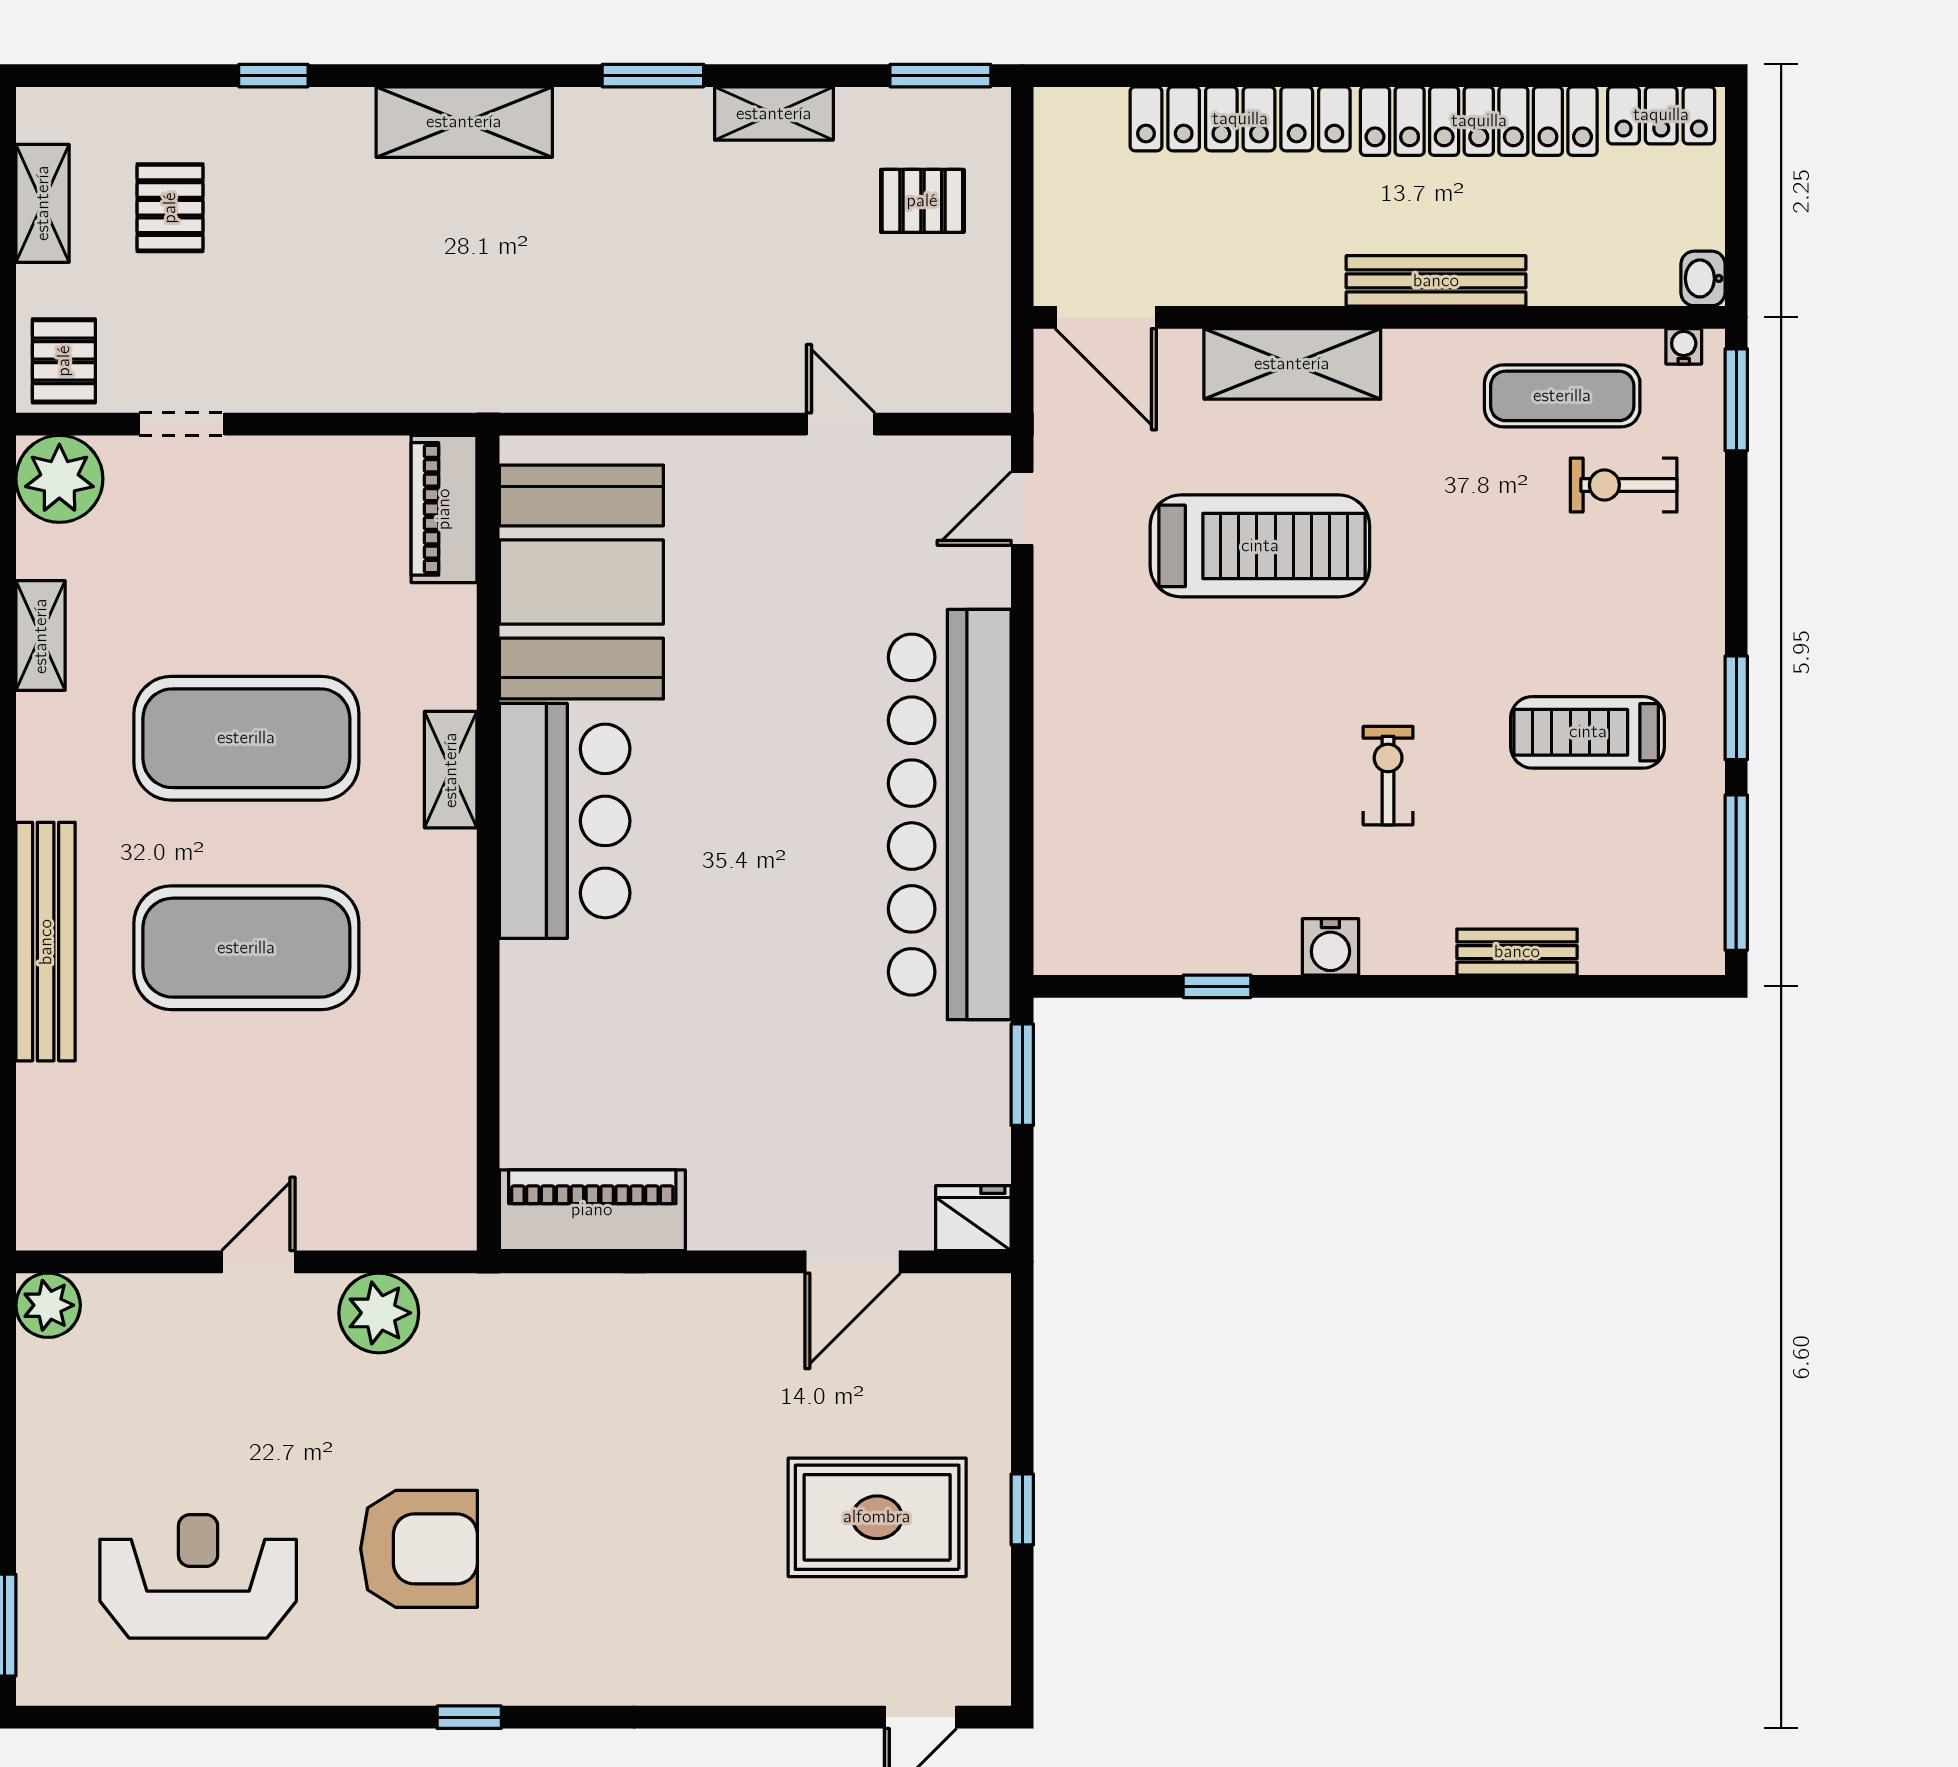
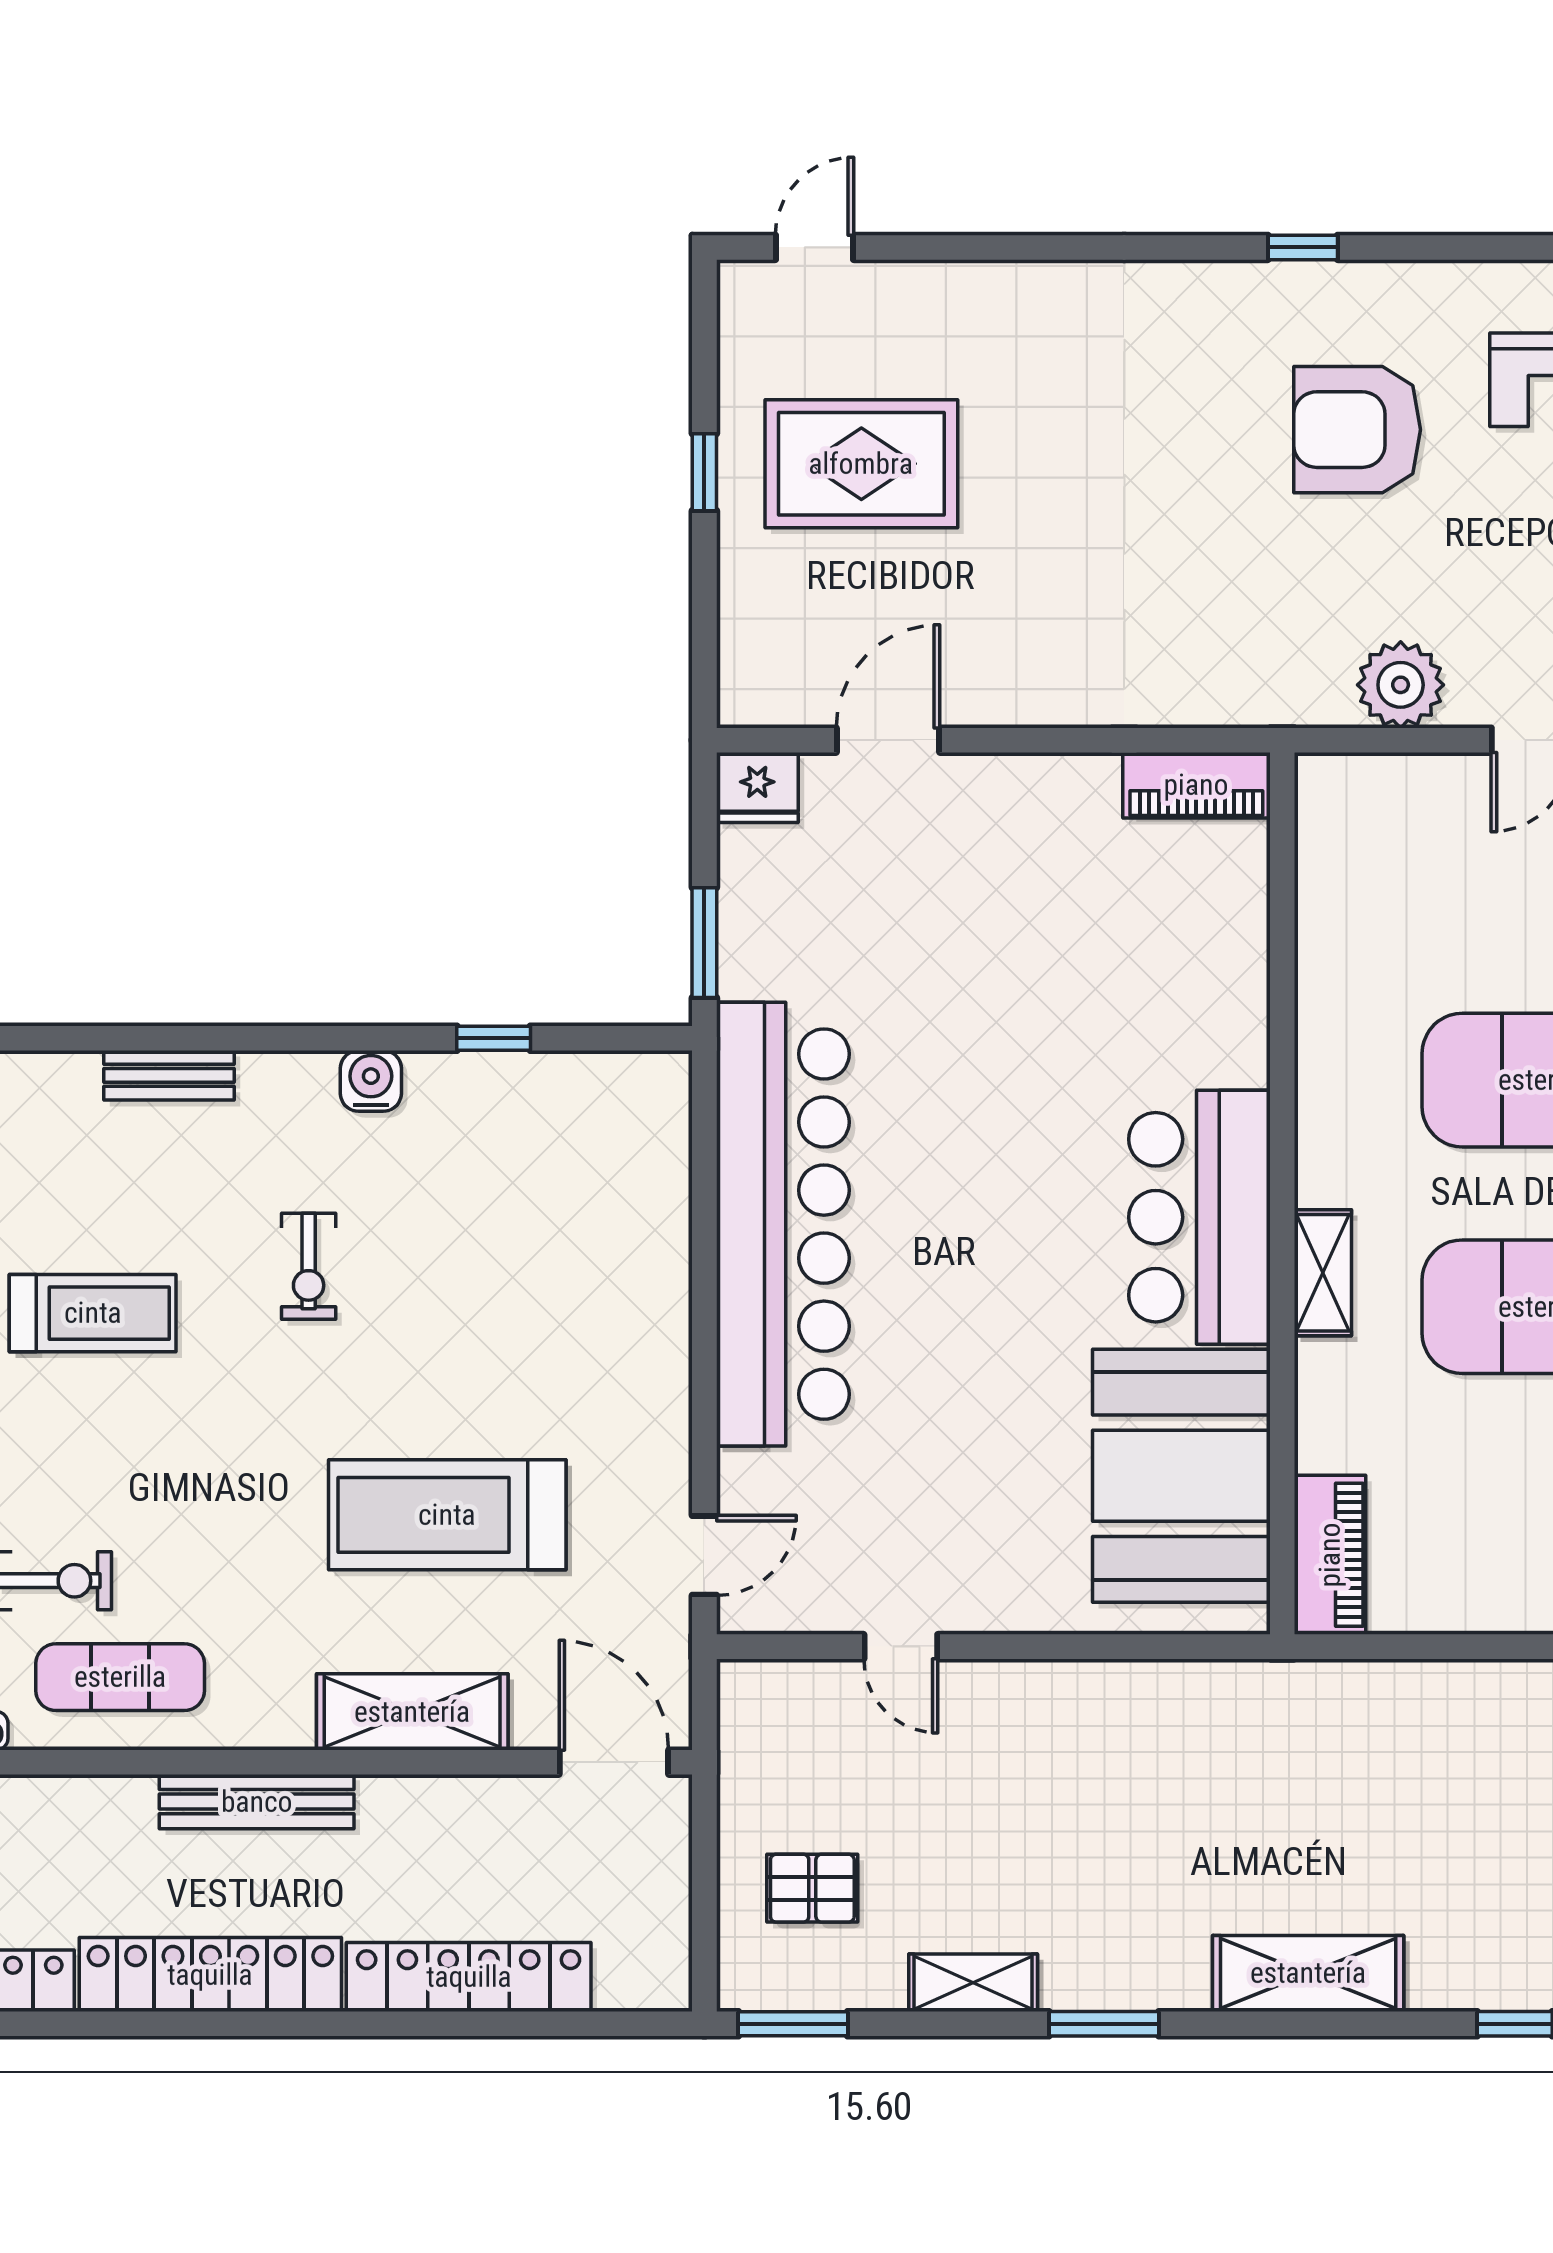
piano: (592, 1210) -> (1196, 785), width x0.73, depth x0.75

